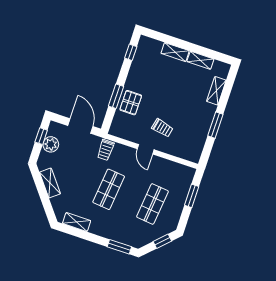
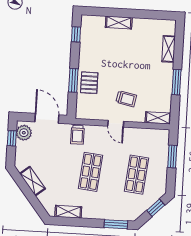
shelving: (200, 60) -> (158, 118), moved
plant: (51, 144) -> (24, 133), moved

